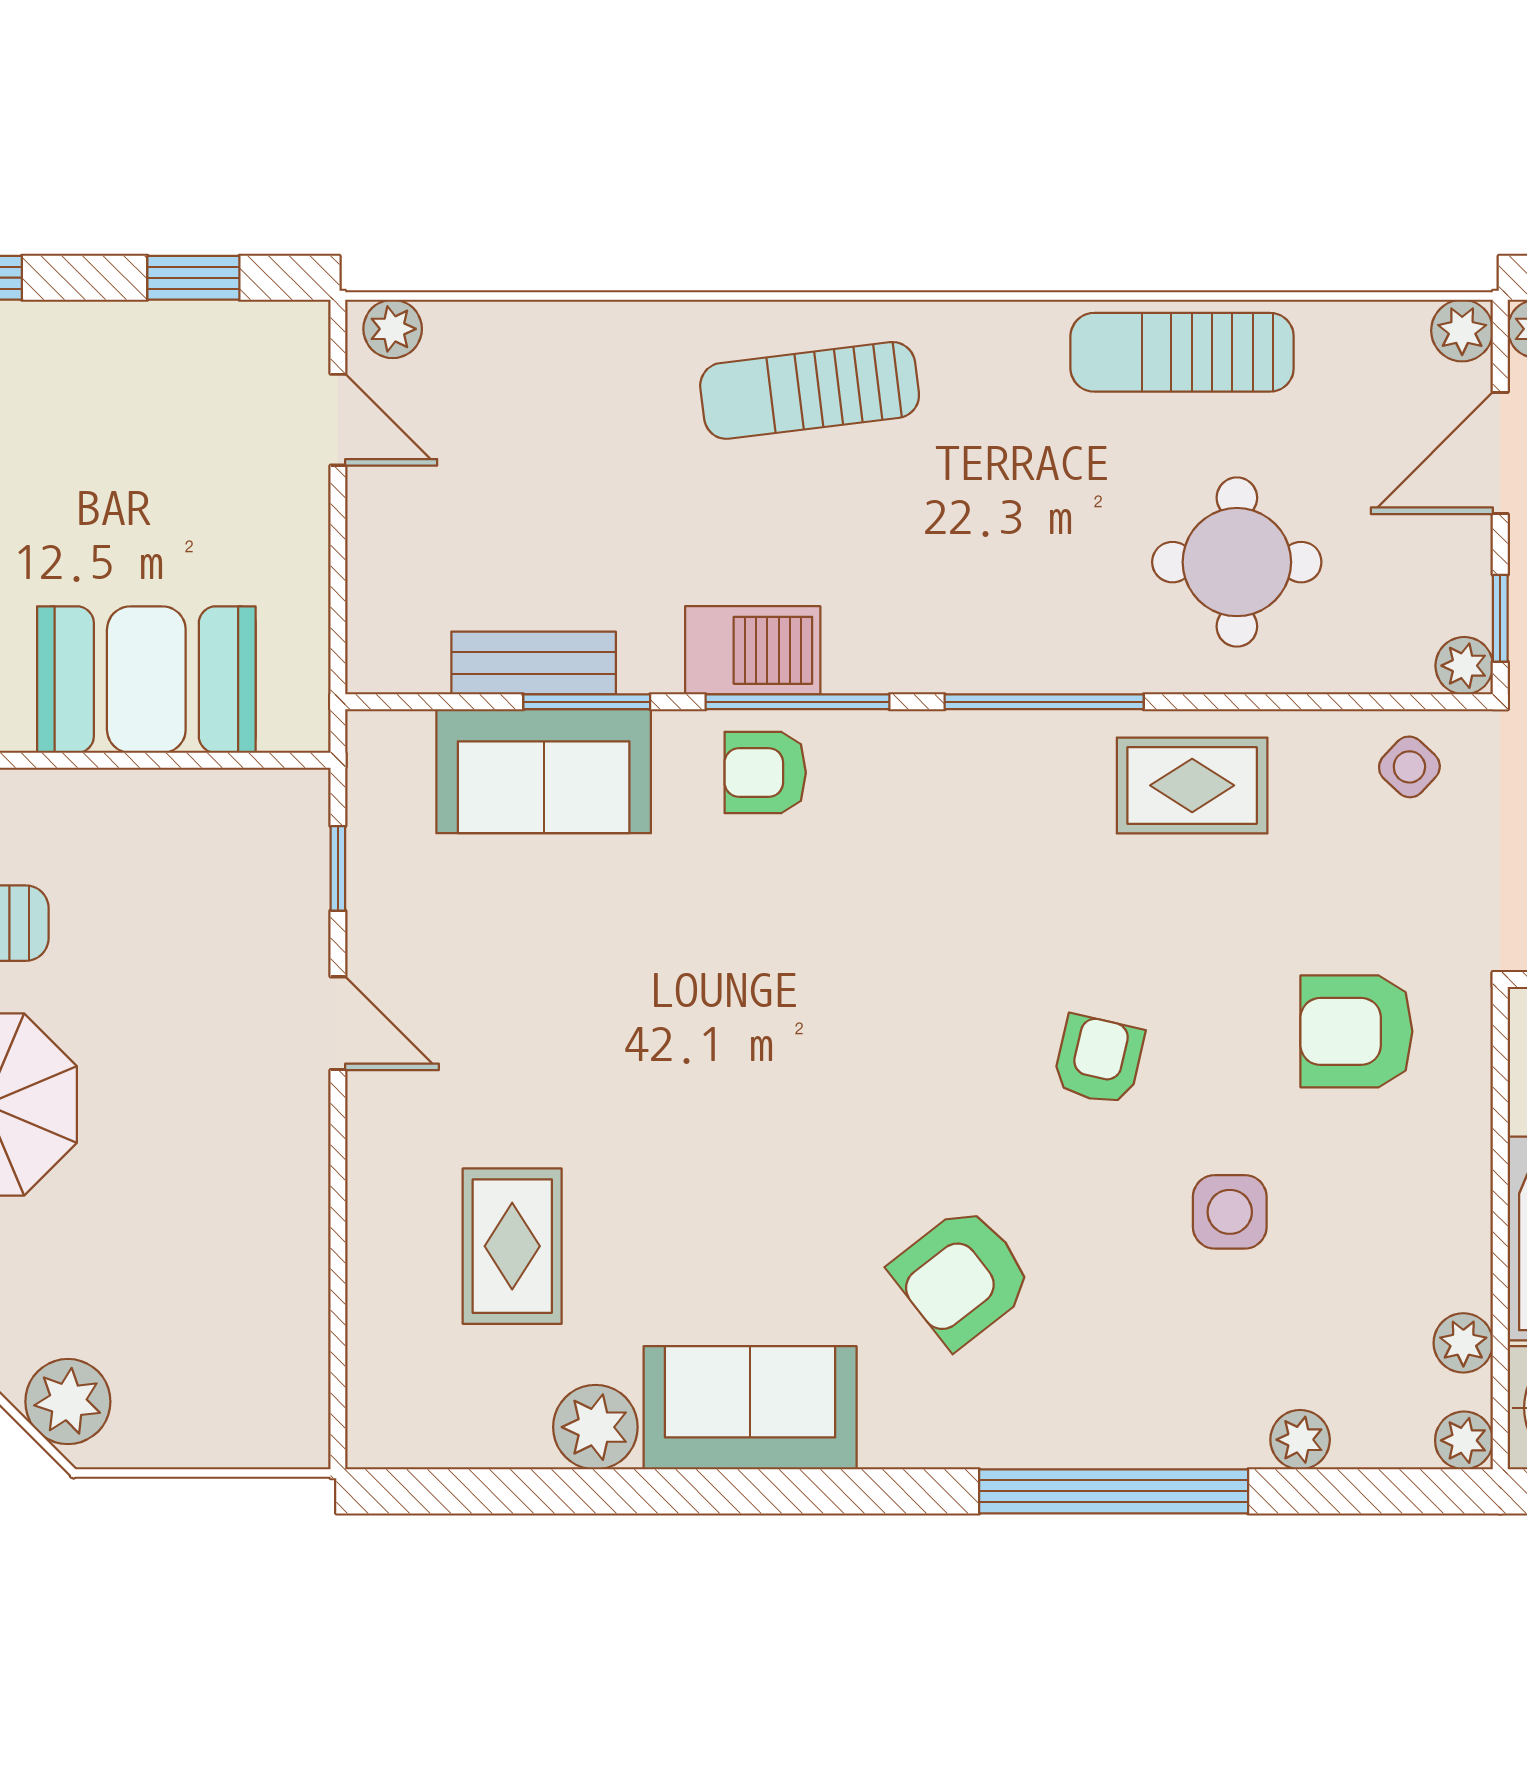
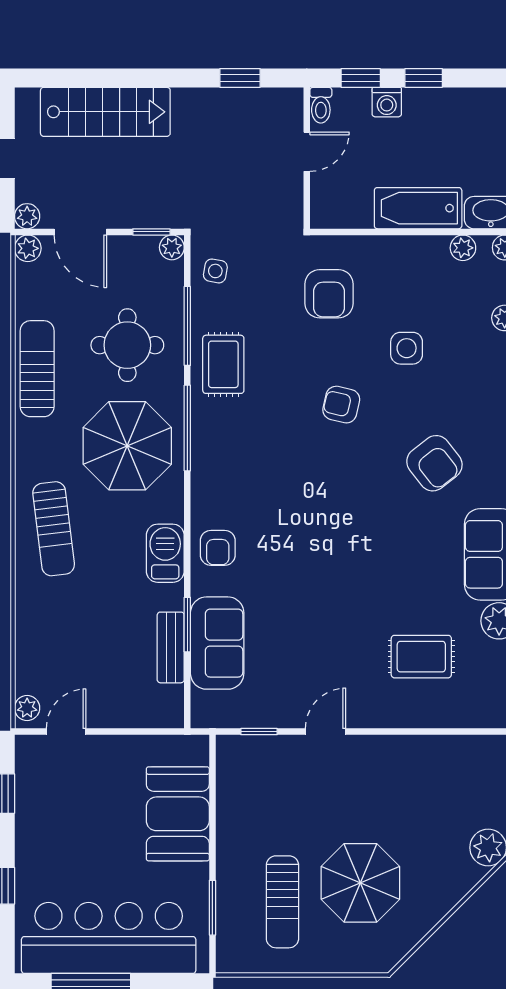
sun lounger: (1182, 352) -> (37, 369), turned 180
parasol: (1003, 562) -> (127, 446), added
window: (797, 702) -> (187, 326), moved
side table: (1409, 767) -> (215, 271), turned -33

